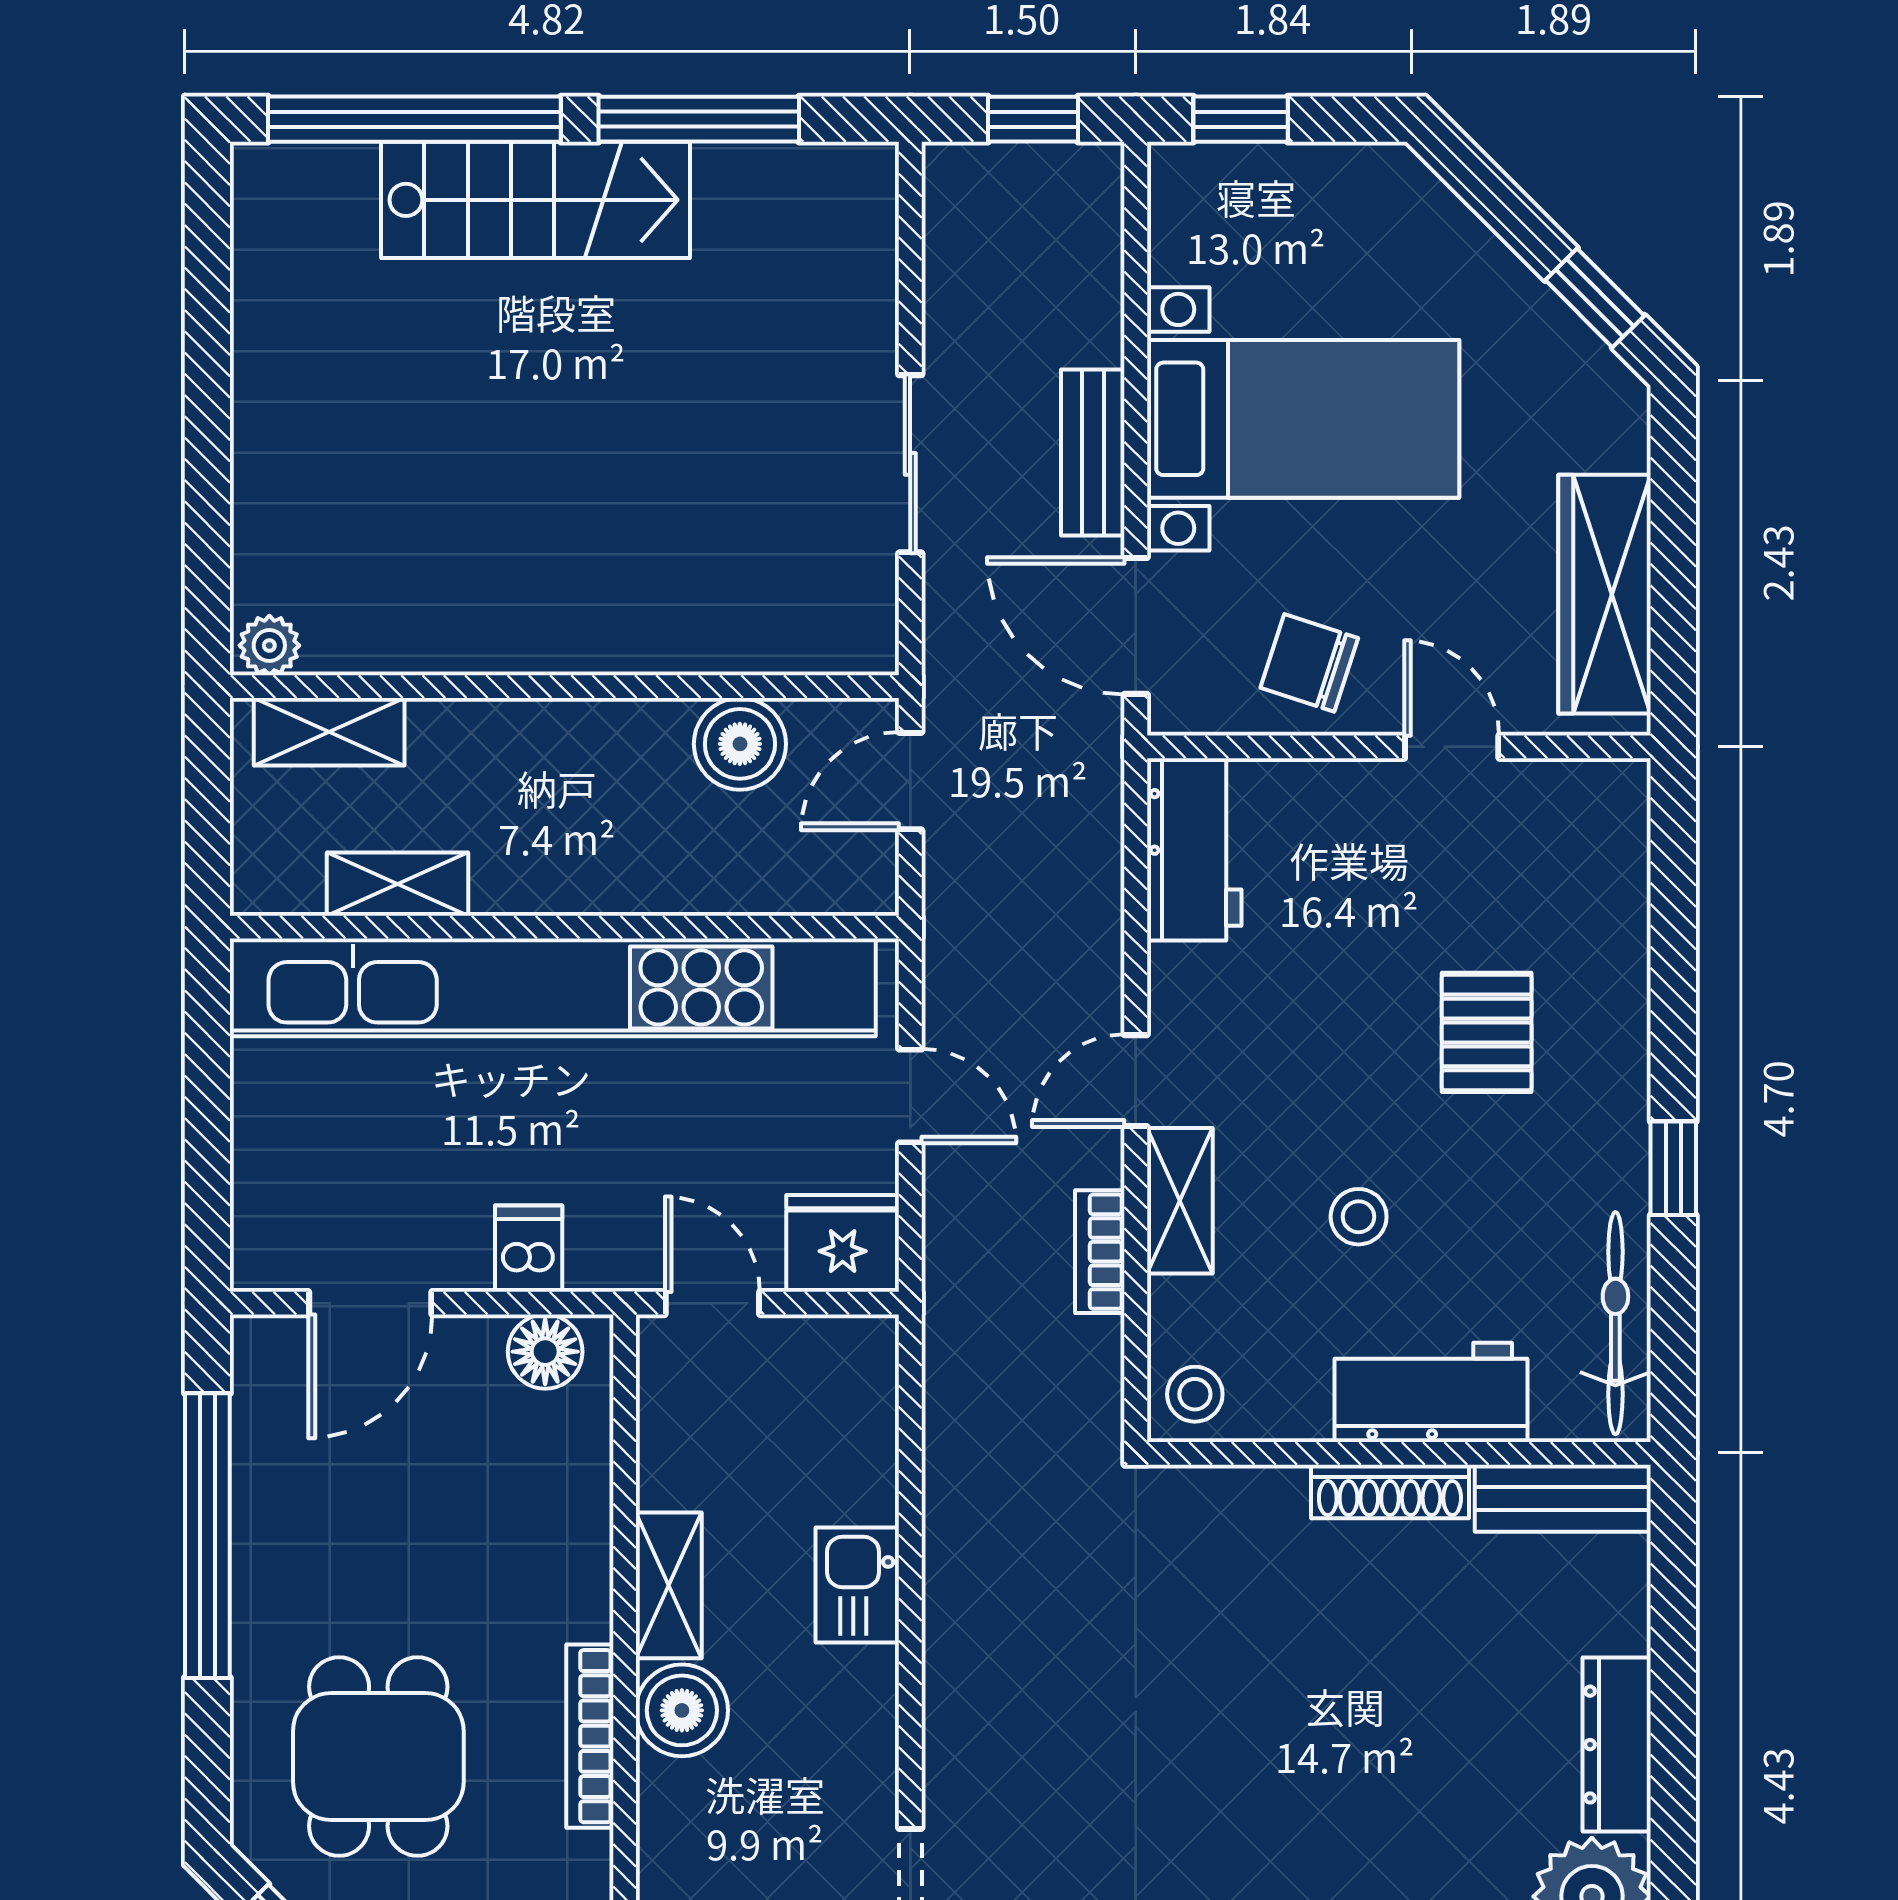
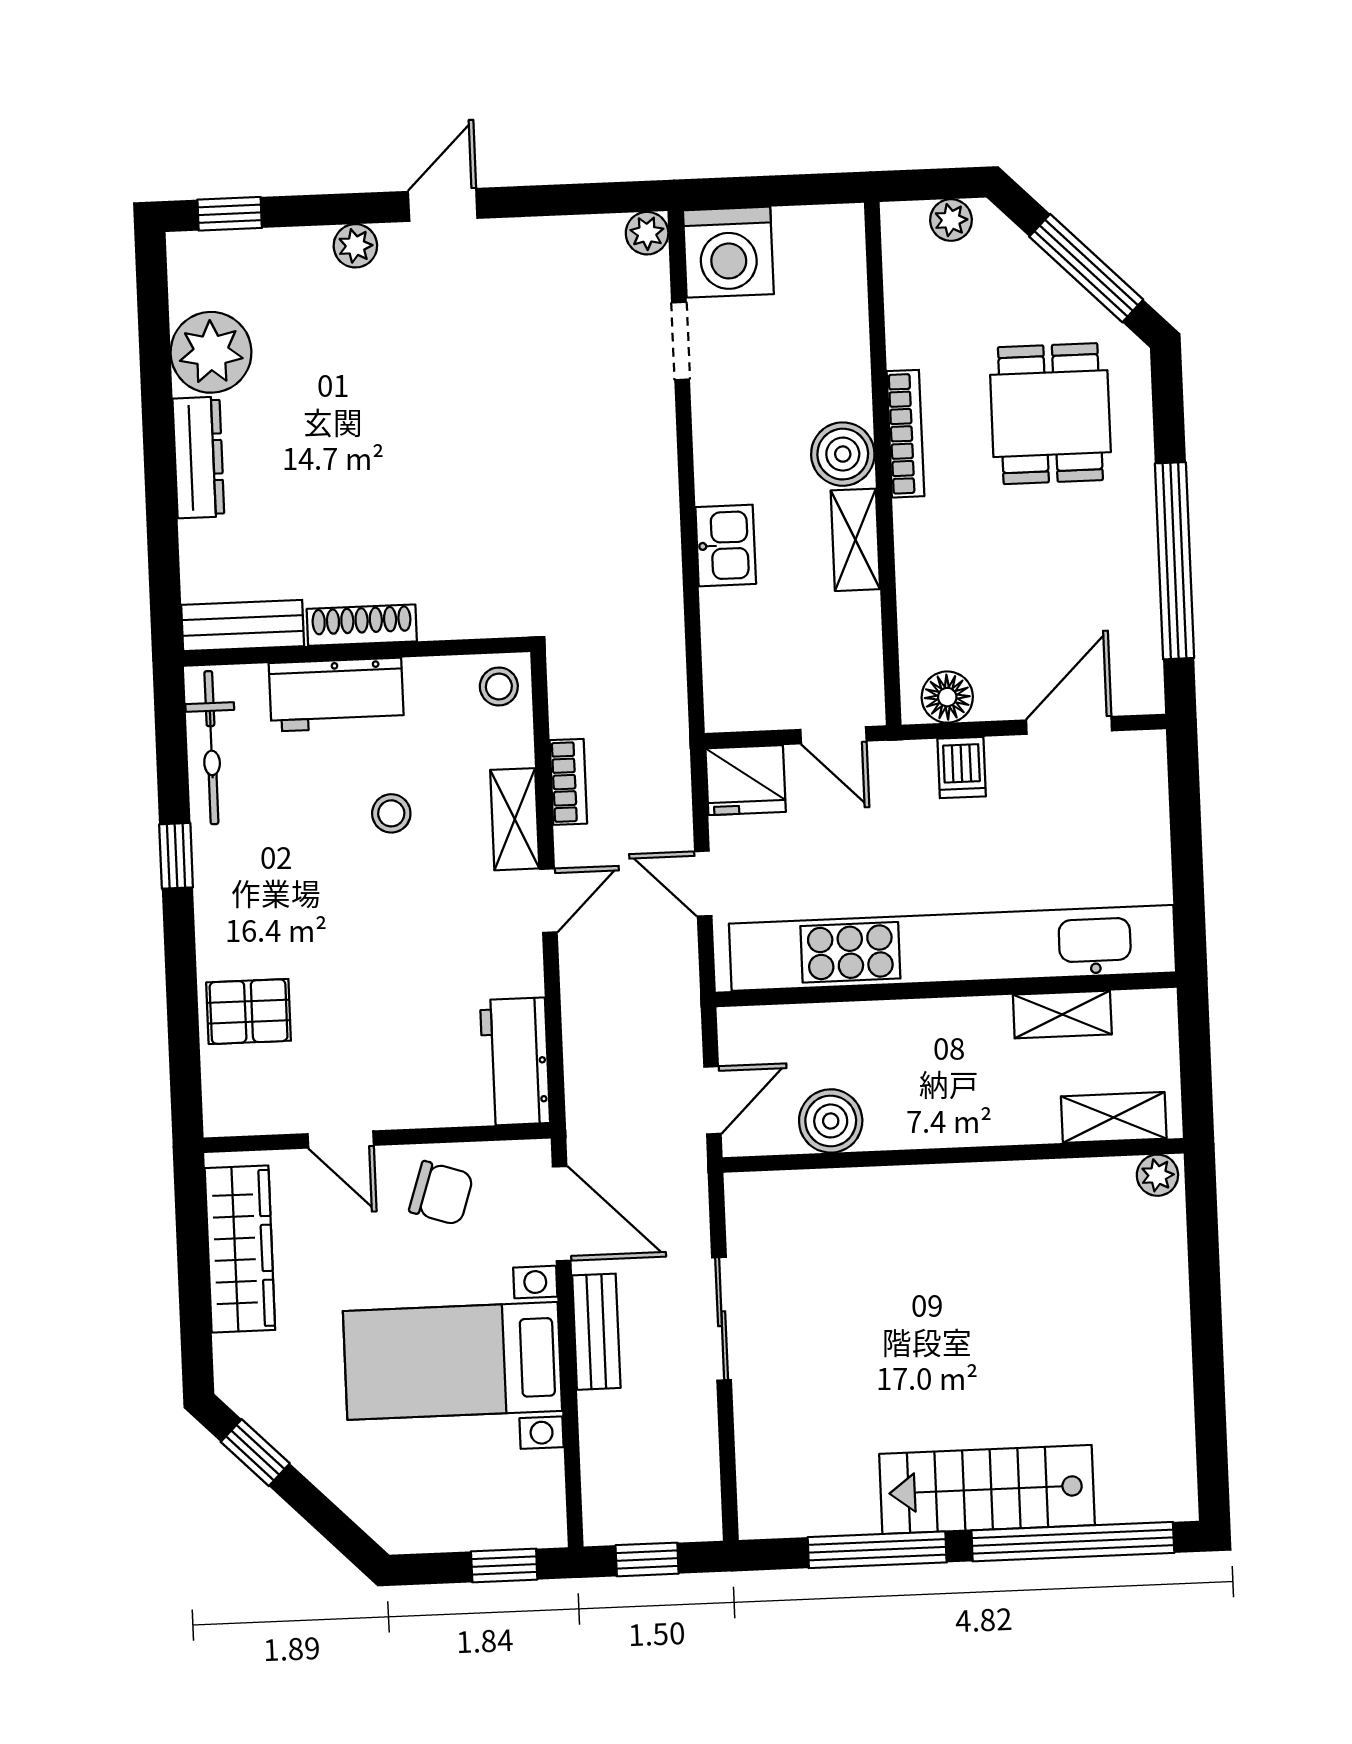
pallet: (1487, 1032) -> (249, 1012), moved, turned 90

